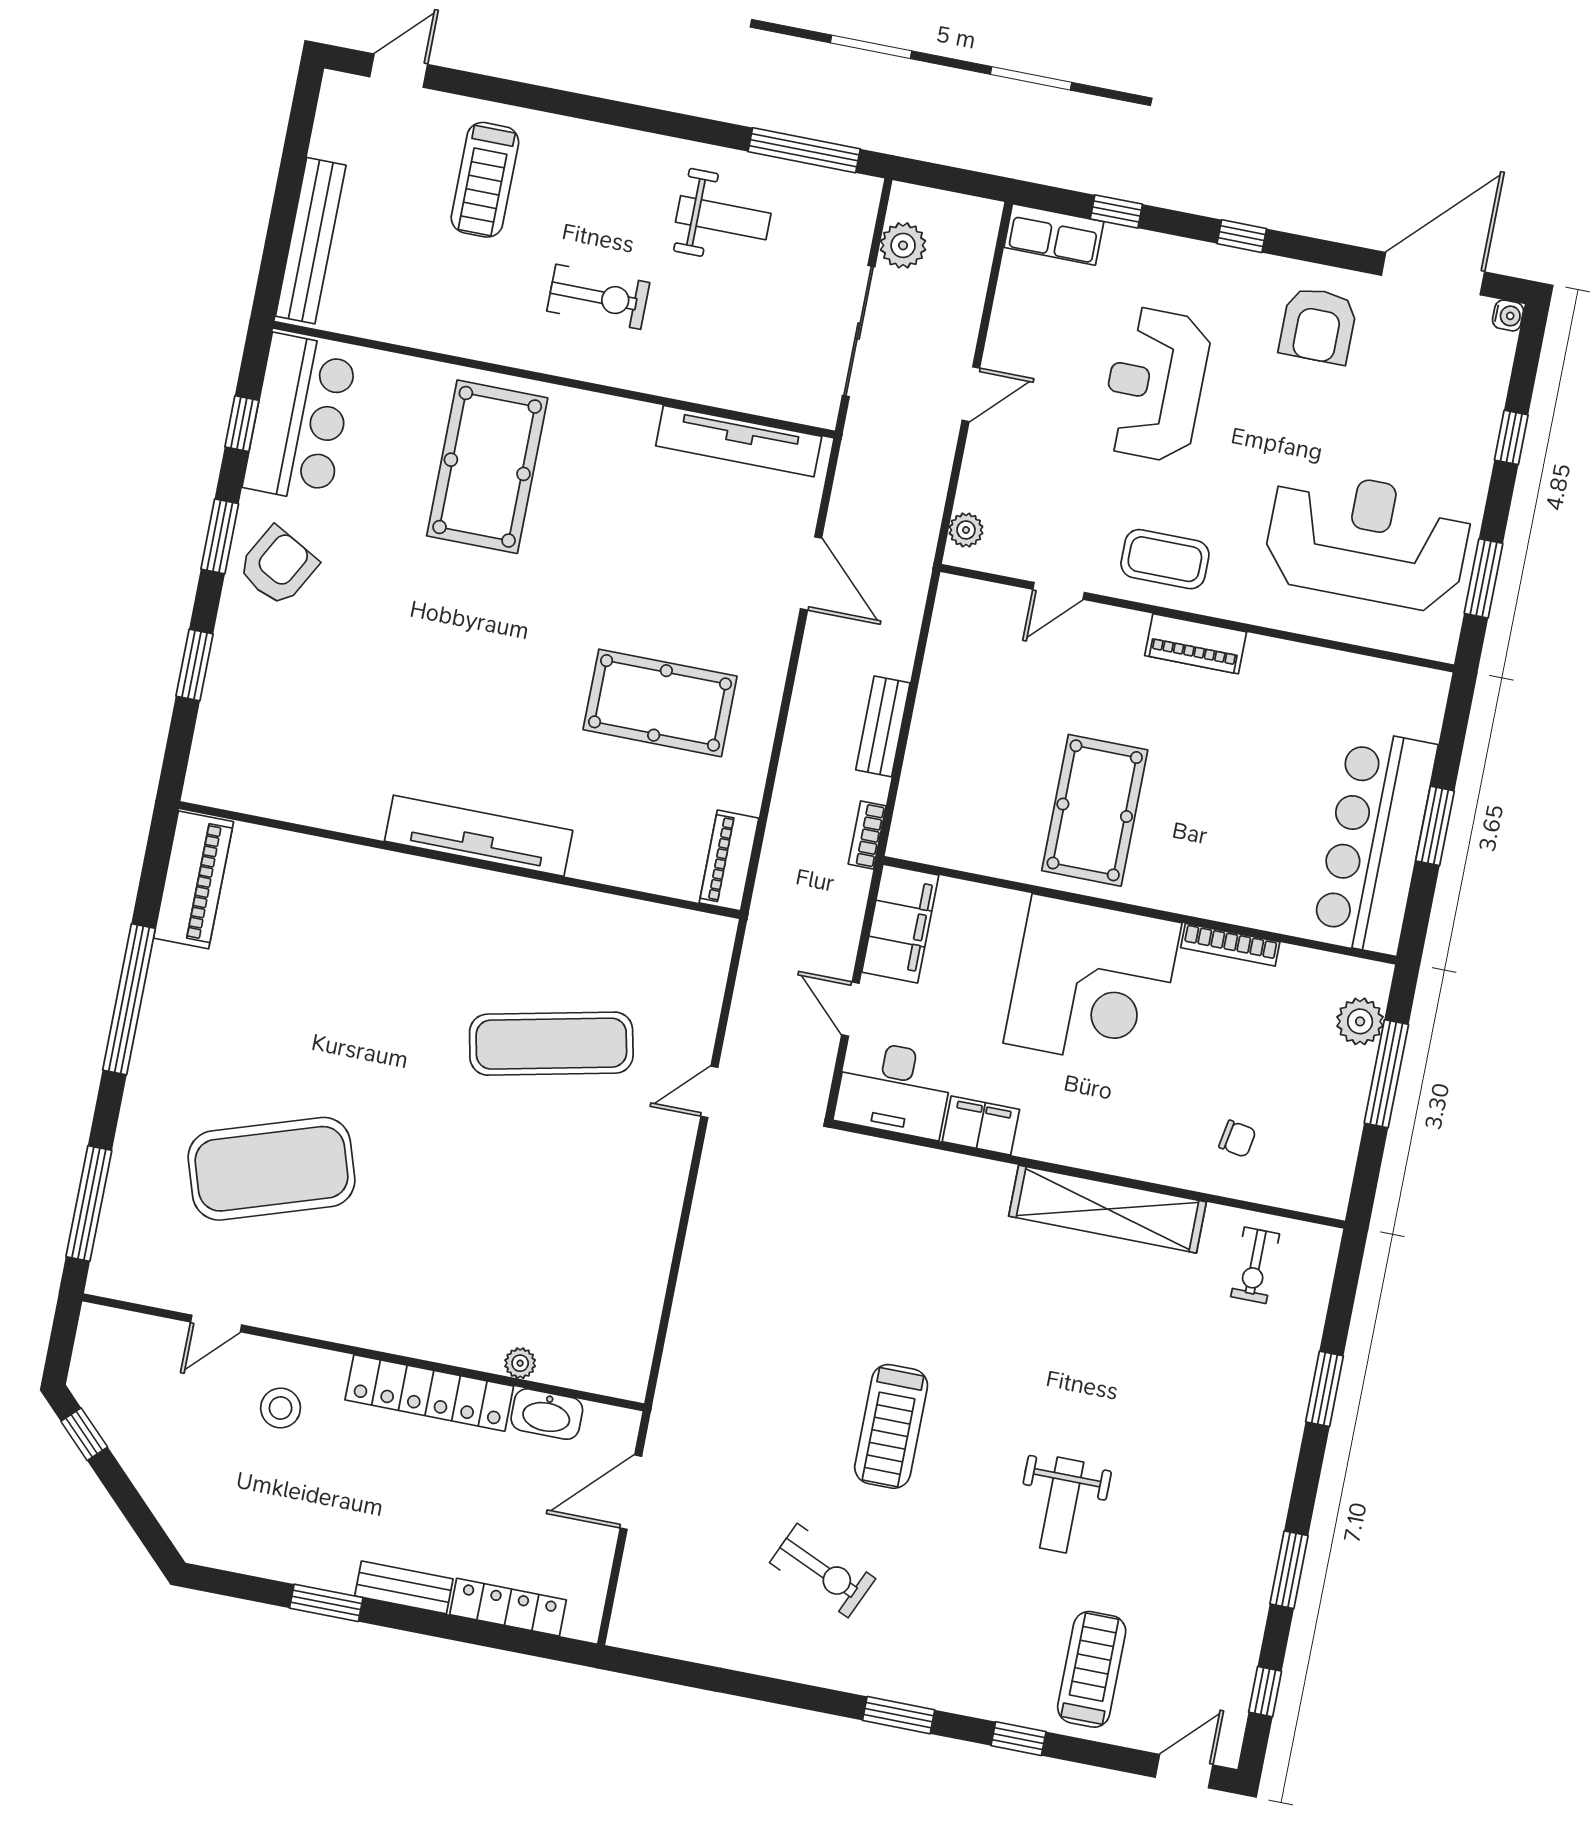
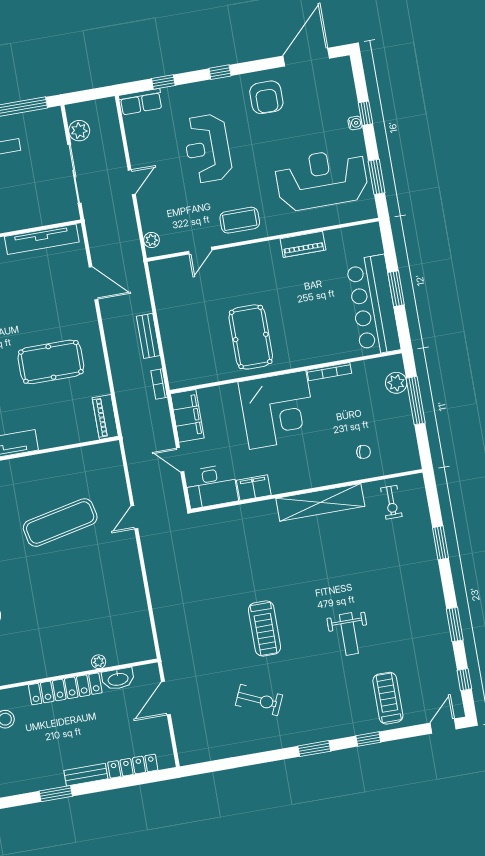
water cooler: (1508, 315) -> (355, 123), moved
piano: (1196, 644) -> (303, 244), moved

